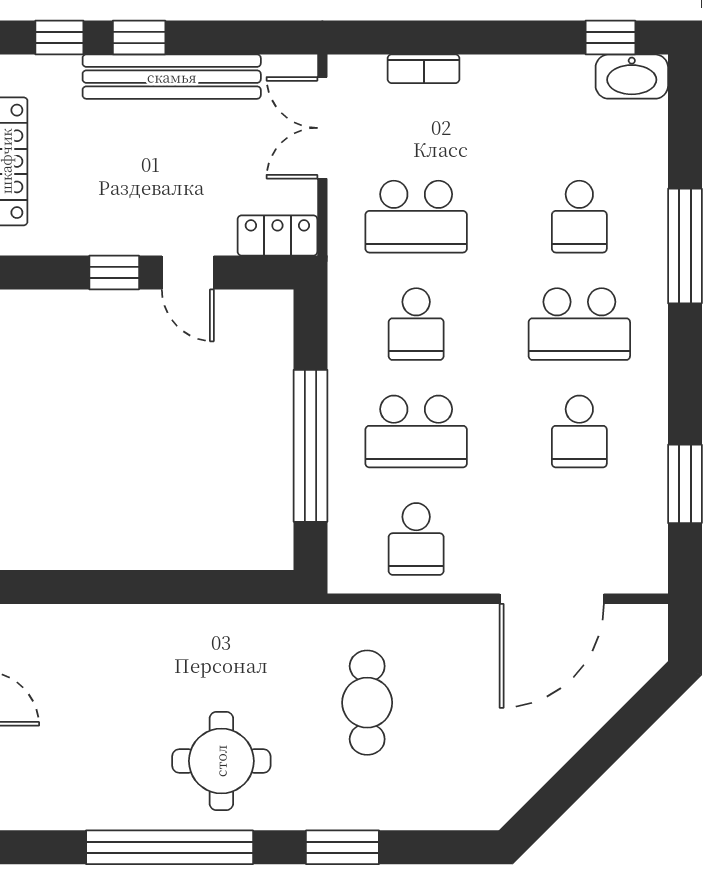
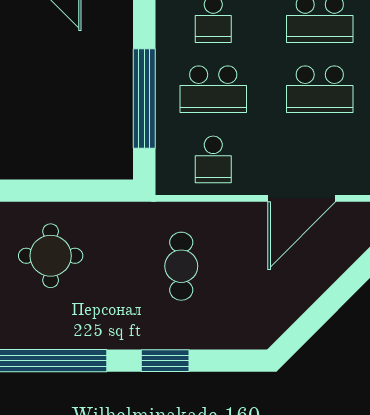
school desk: (579, 432) -> (320, 89), width x1.85
round table: (221, 761) -> (51, 256), moved

